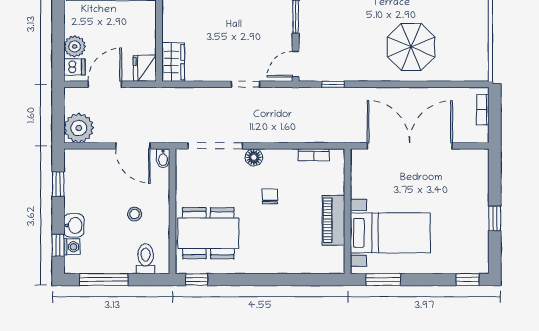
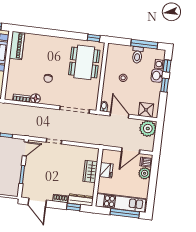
wardrobe: (173, 62) -> (90, 171), moved
fridge: (145, 68) -> (106, 170), moved
floor lamp: (254, 157) -> (35, 98), moved
shower: (86, 161) -> (146, 110), added
window: (58, 184) -> (165, 85), moved
piano: (334, 220) -> (17, 46), moved
dining table: (208, 233) -> (84, 62), turned 90
toilet: (146, 259) -> (137, 55), moved

